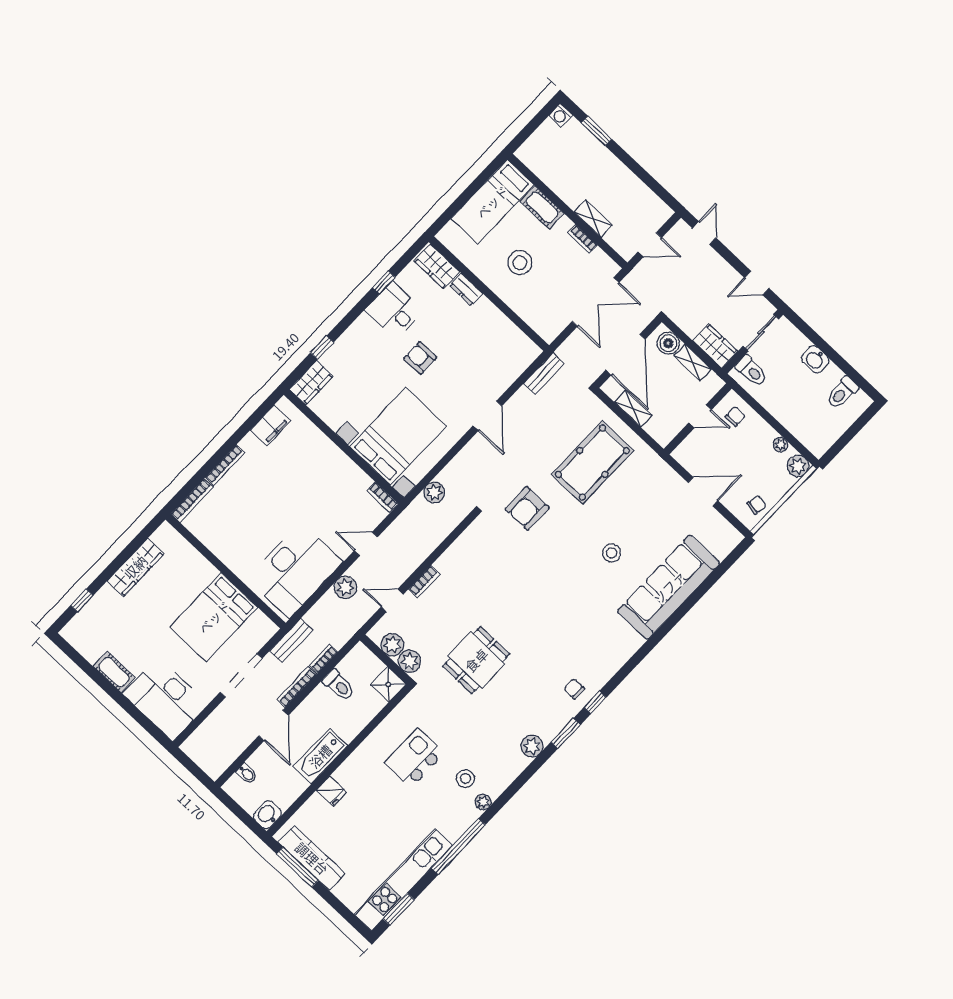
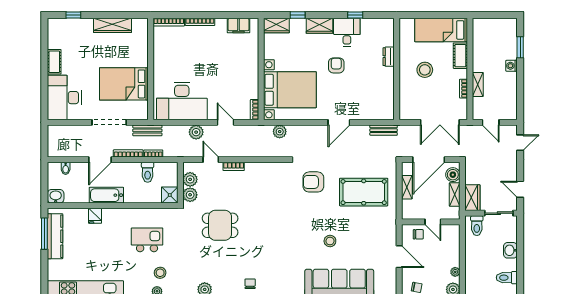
washing machine: (561, 115) -> (511, 66), moved
wardrobe: (437, 266) -> (319, 26), moved, turned -90
chair: (735, 416) -> (418, 234), moved

